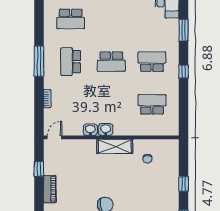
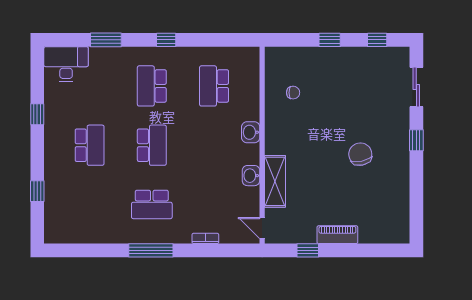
school desk: (71, 19) -> (90, 145), moved
washbasin: (106, 130) -> (251, 132), moved
shelving: (115, 146) -> (275, 181), moved

